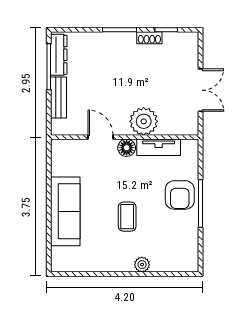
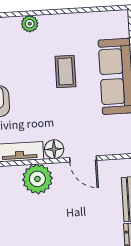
coffee table: (127, 217) -> (65, 71), moved

